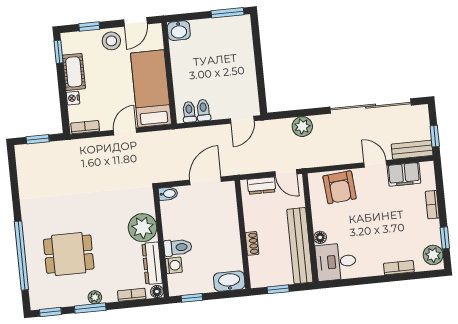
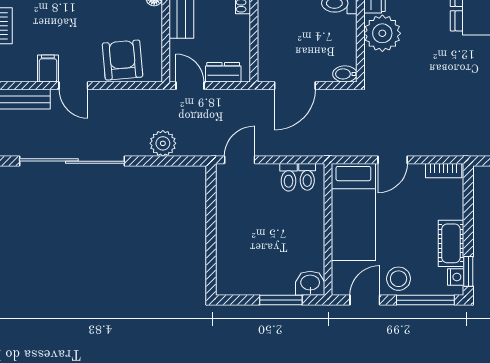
window: (227, 13) -> (281, 300), moved
window: (89, 27) -> (425, 300), width x2.17
nightstand: (73, 98) -> (456, 277), moved
filing cabinet: (404, 174) -> (48, 68), width x0.50

